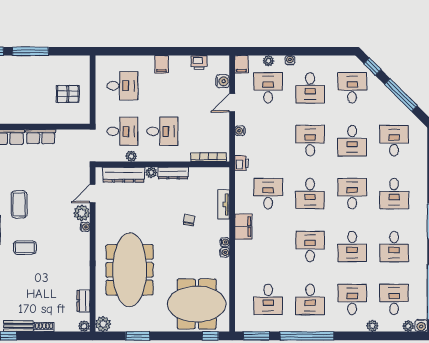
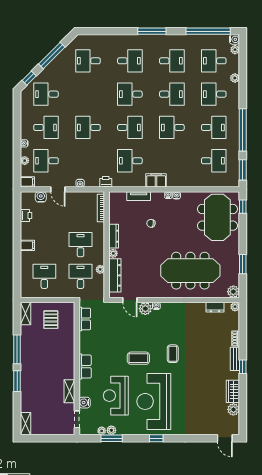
shelving: (75, 62) -> (25, 314), added
row of seats: (41, 137) -> (85, 319), moved
desk: (352, 141) -> (88, 94), removed

